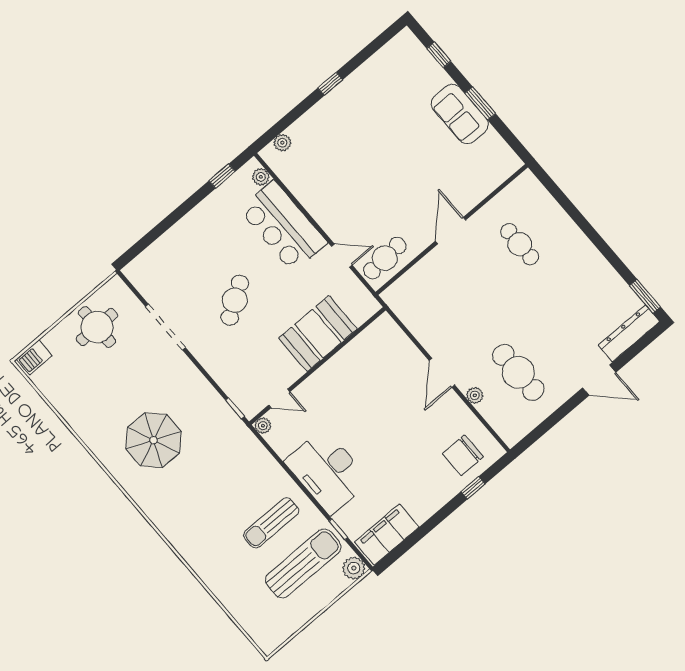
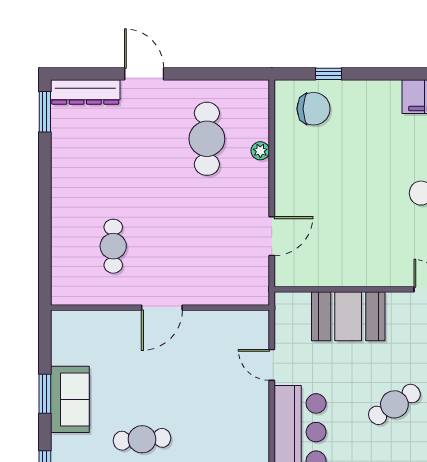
cafe table: (385, 258) -> (142, 439), moved
door: (442, 373) -> (272, 236), moved

